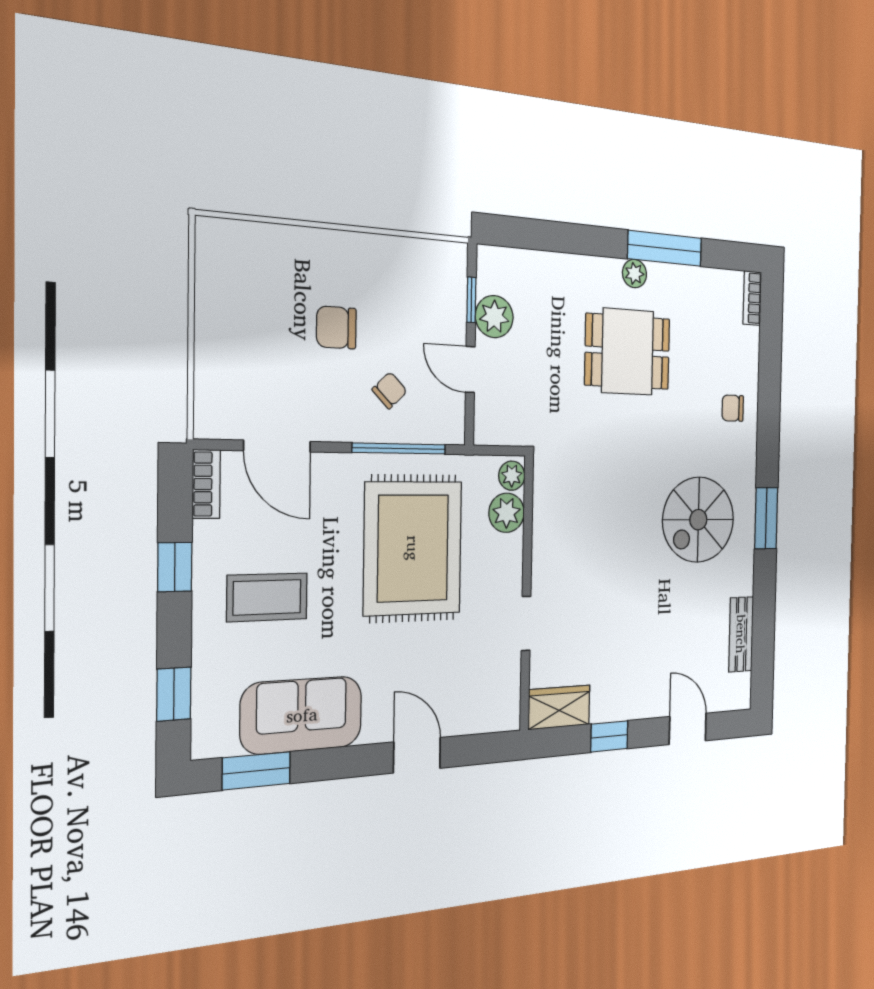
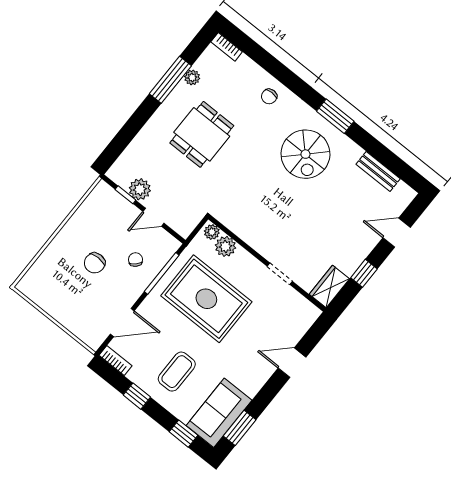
plant: (635, 274) -> (192, 77), moved
sofa: (302, 715) -> (219, 413), moved

